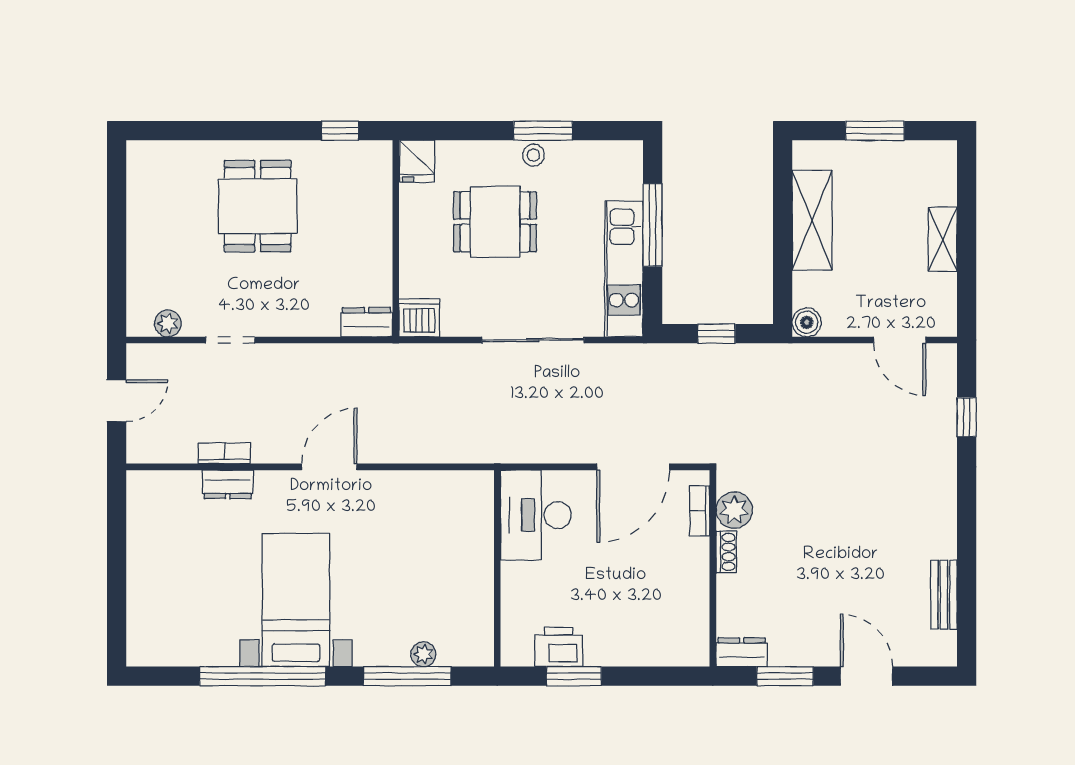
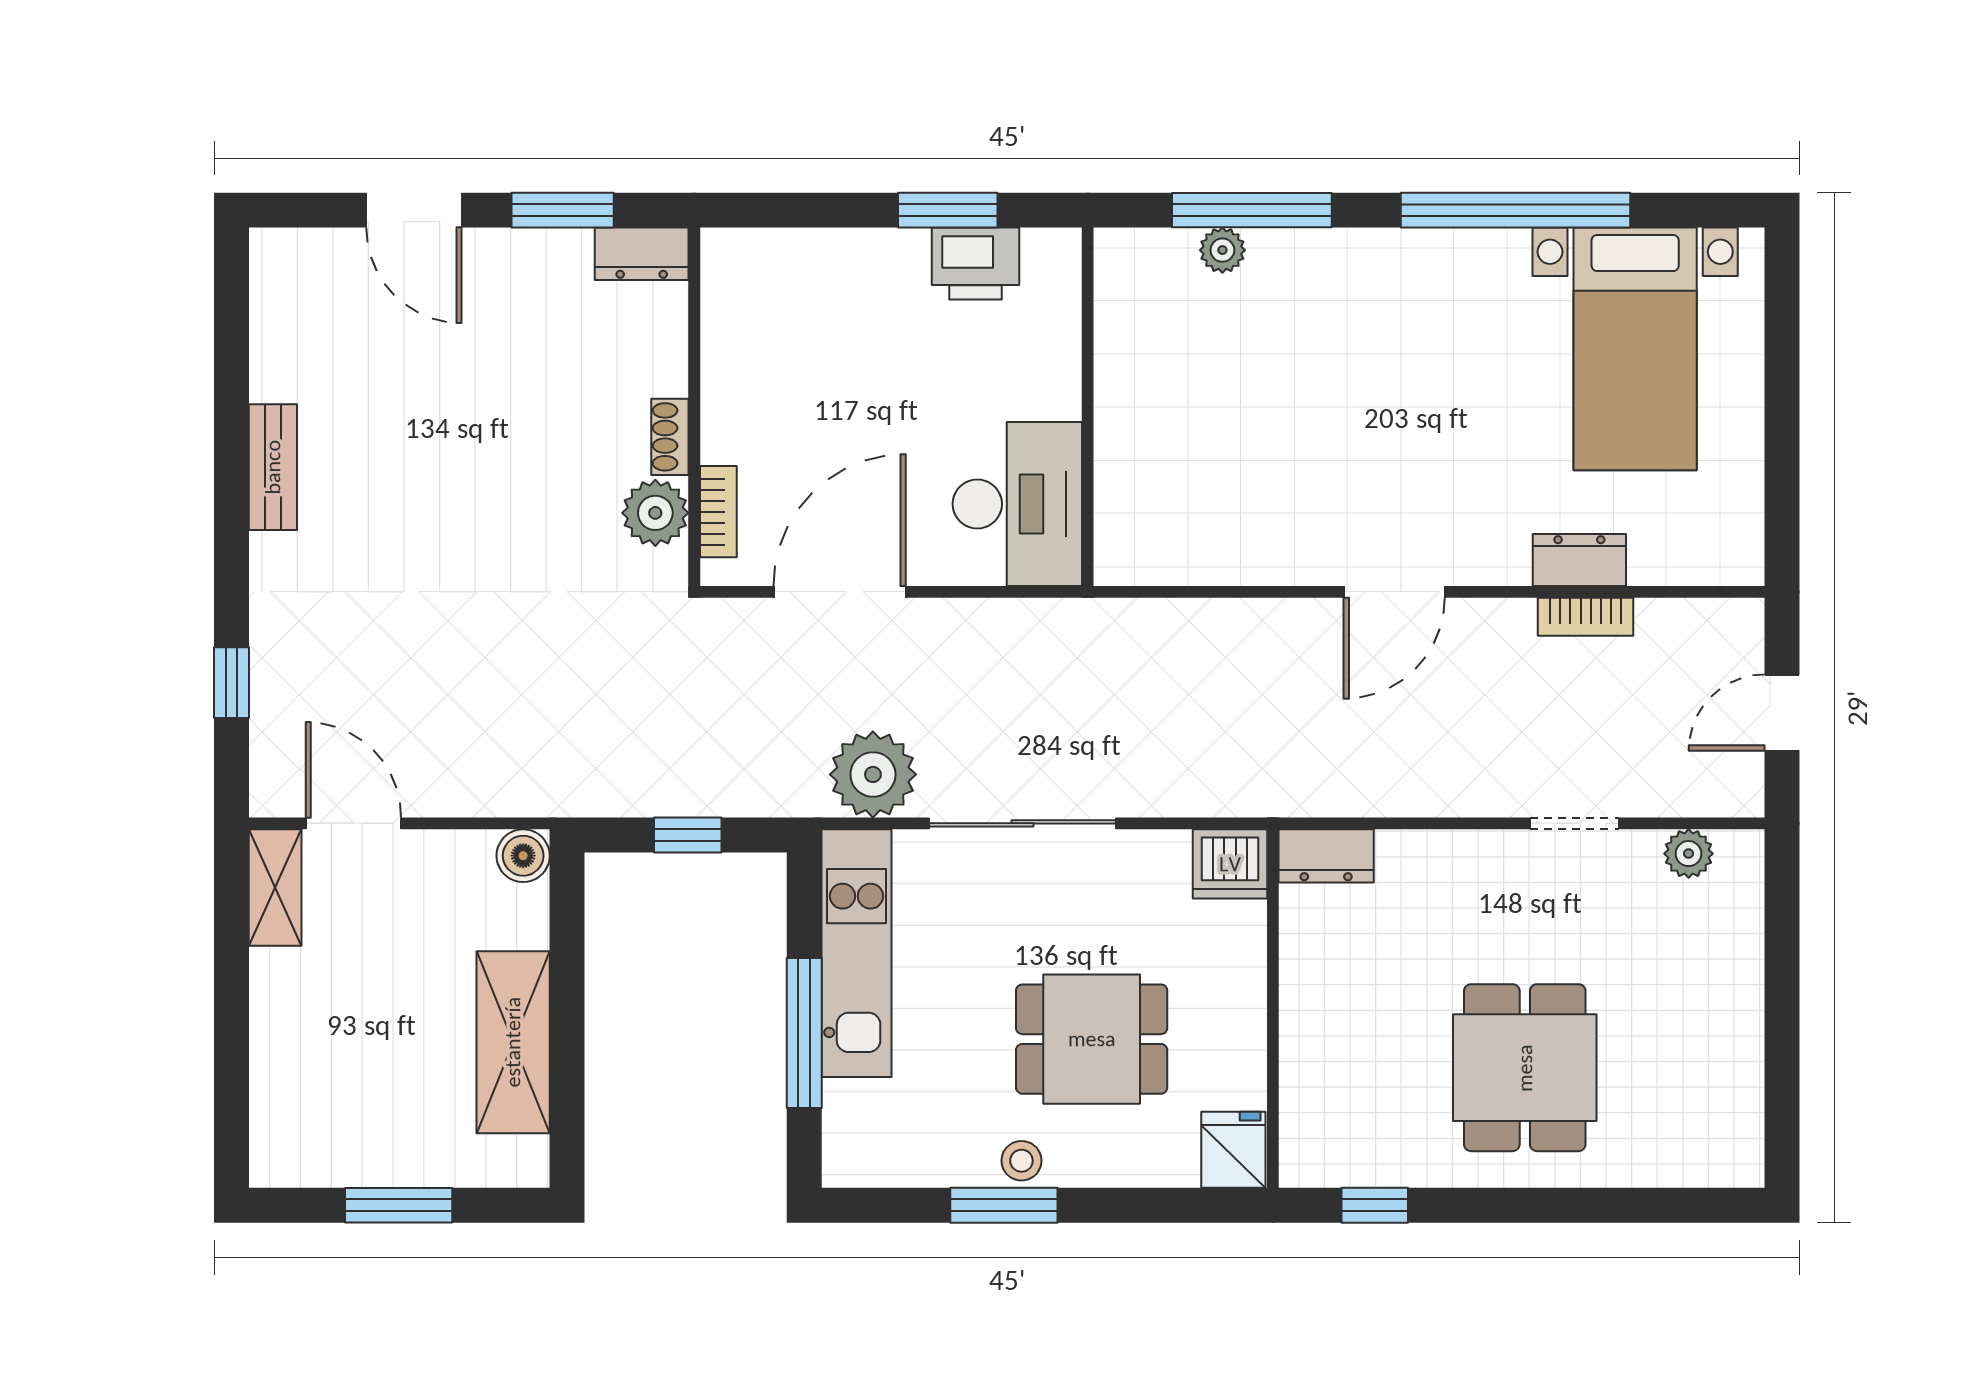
shelving: (943, 239) -> (275, 888), moved
plant: (615, 367) -> (873, 774), added
bench: (944, 595) -> (273, 467), moved
bed with nightstands: (296, 600) -> (1635, 349), moved

